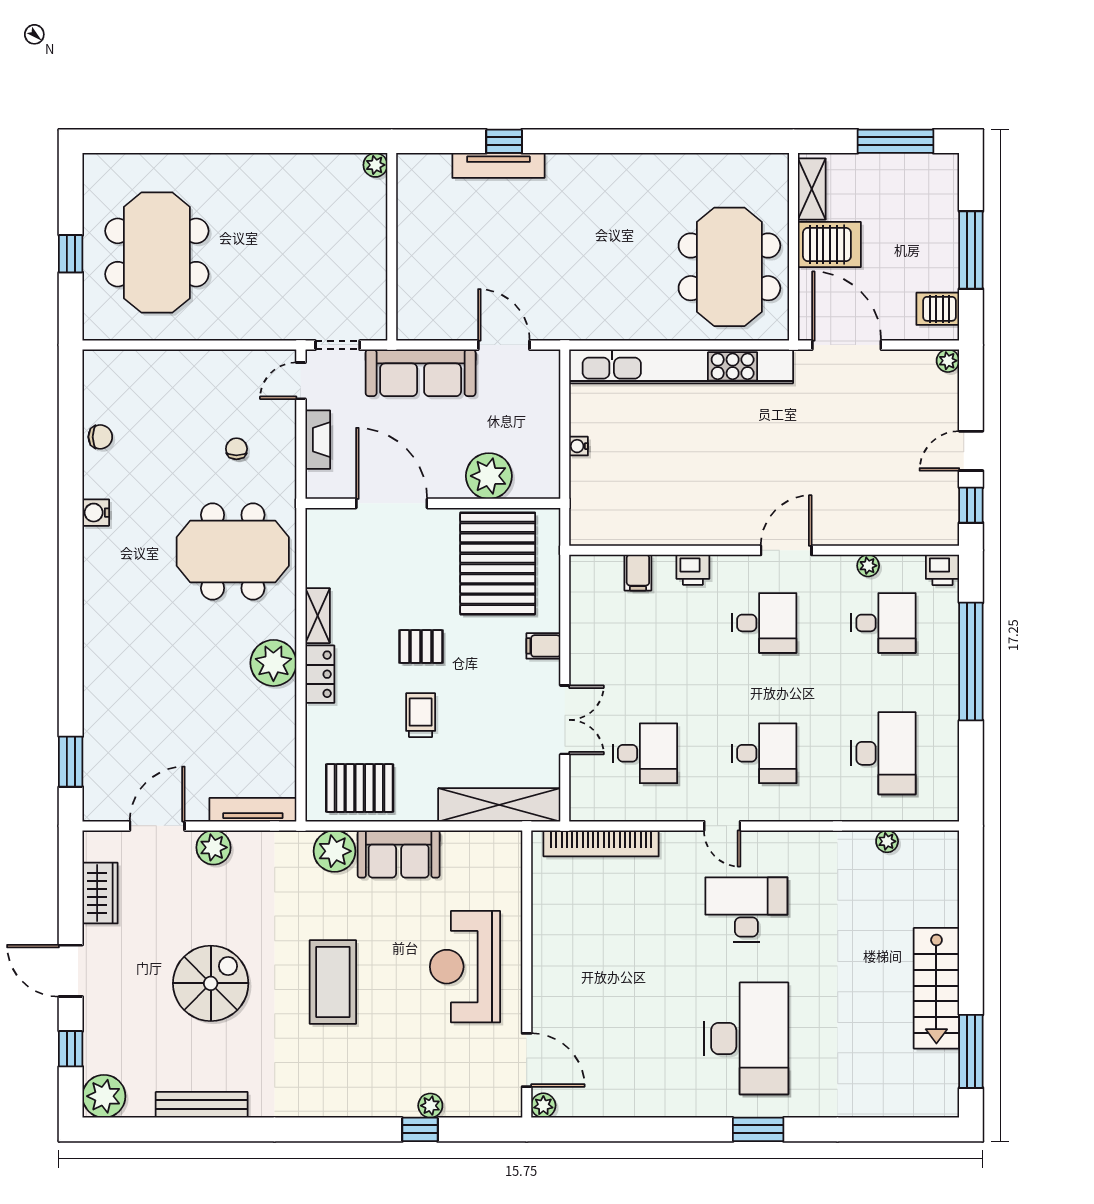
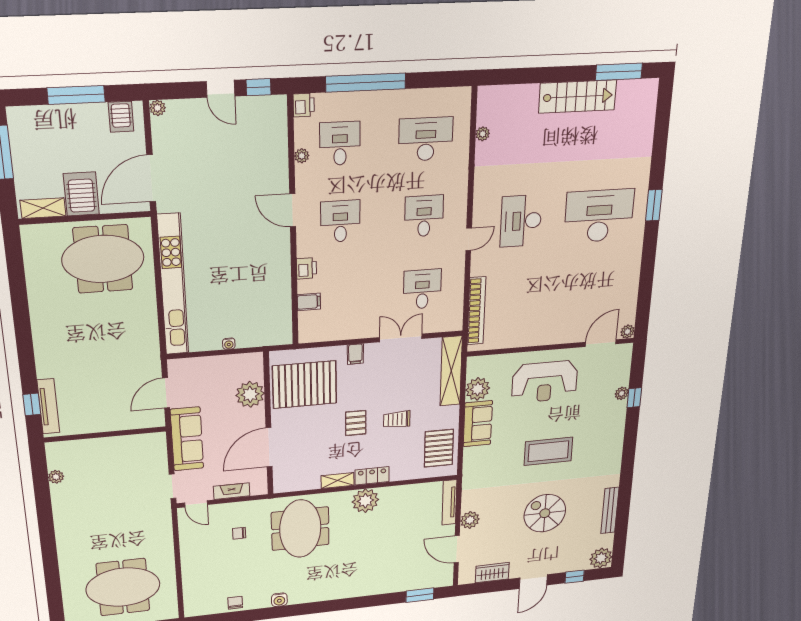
wall: (392, 247) -> (105, 434), moved
plant: (335, 851) -> (478, 389), moved

